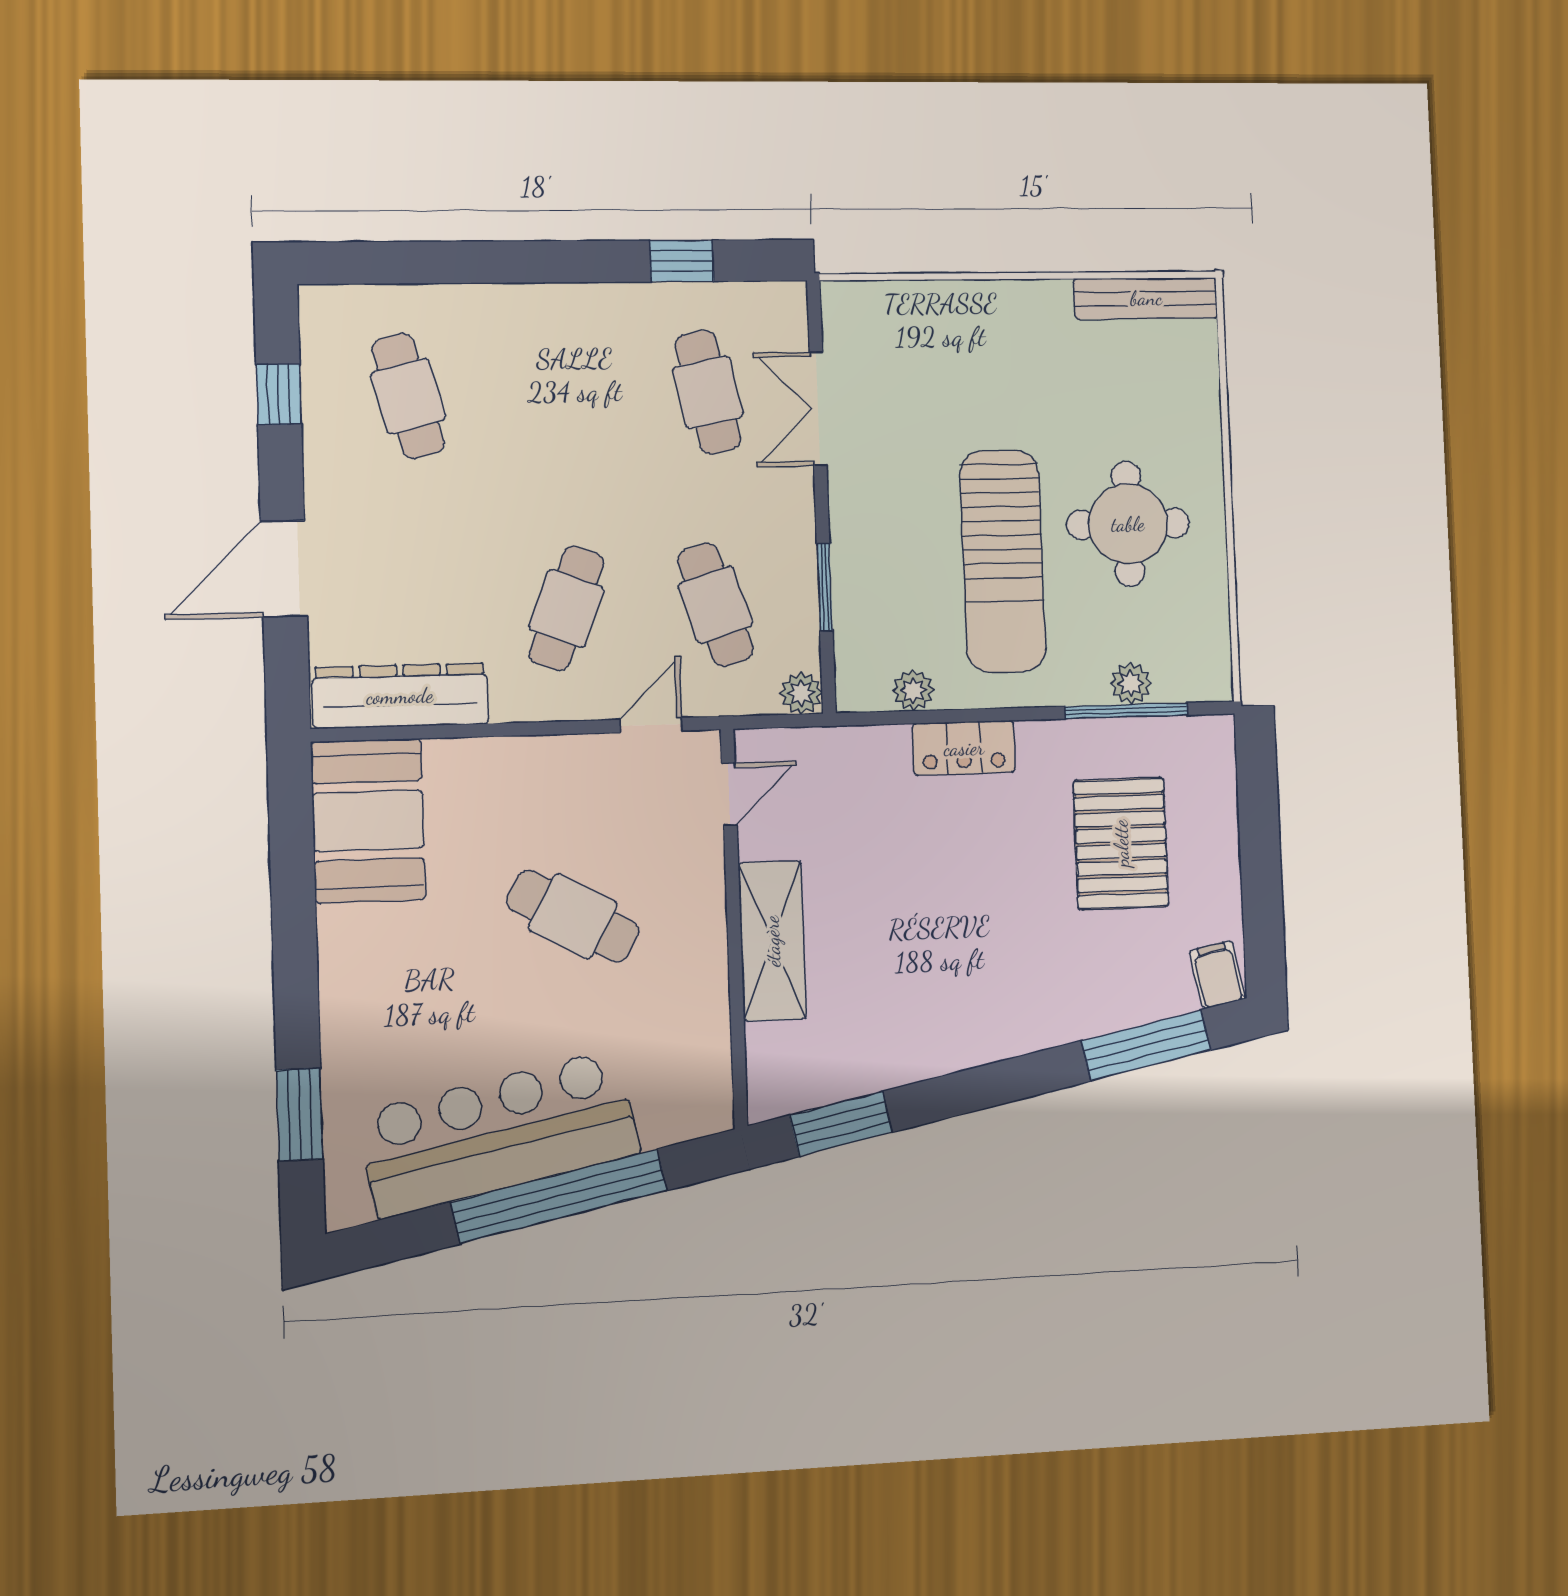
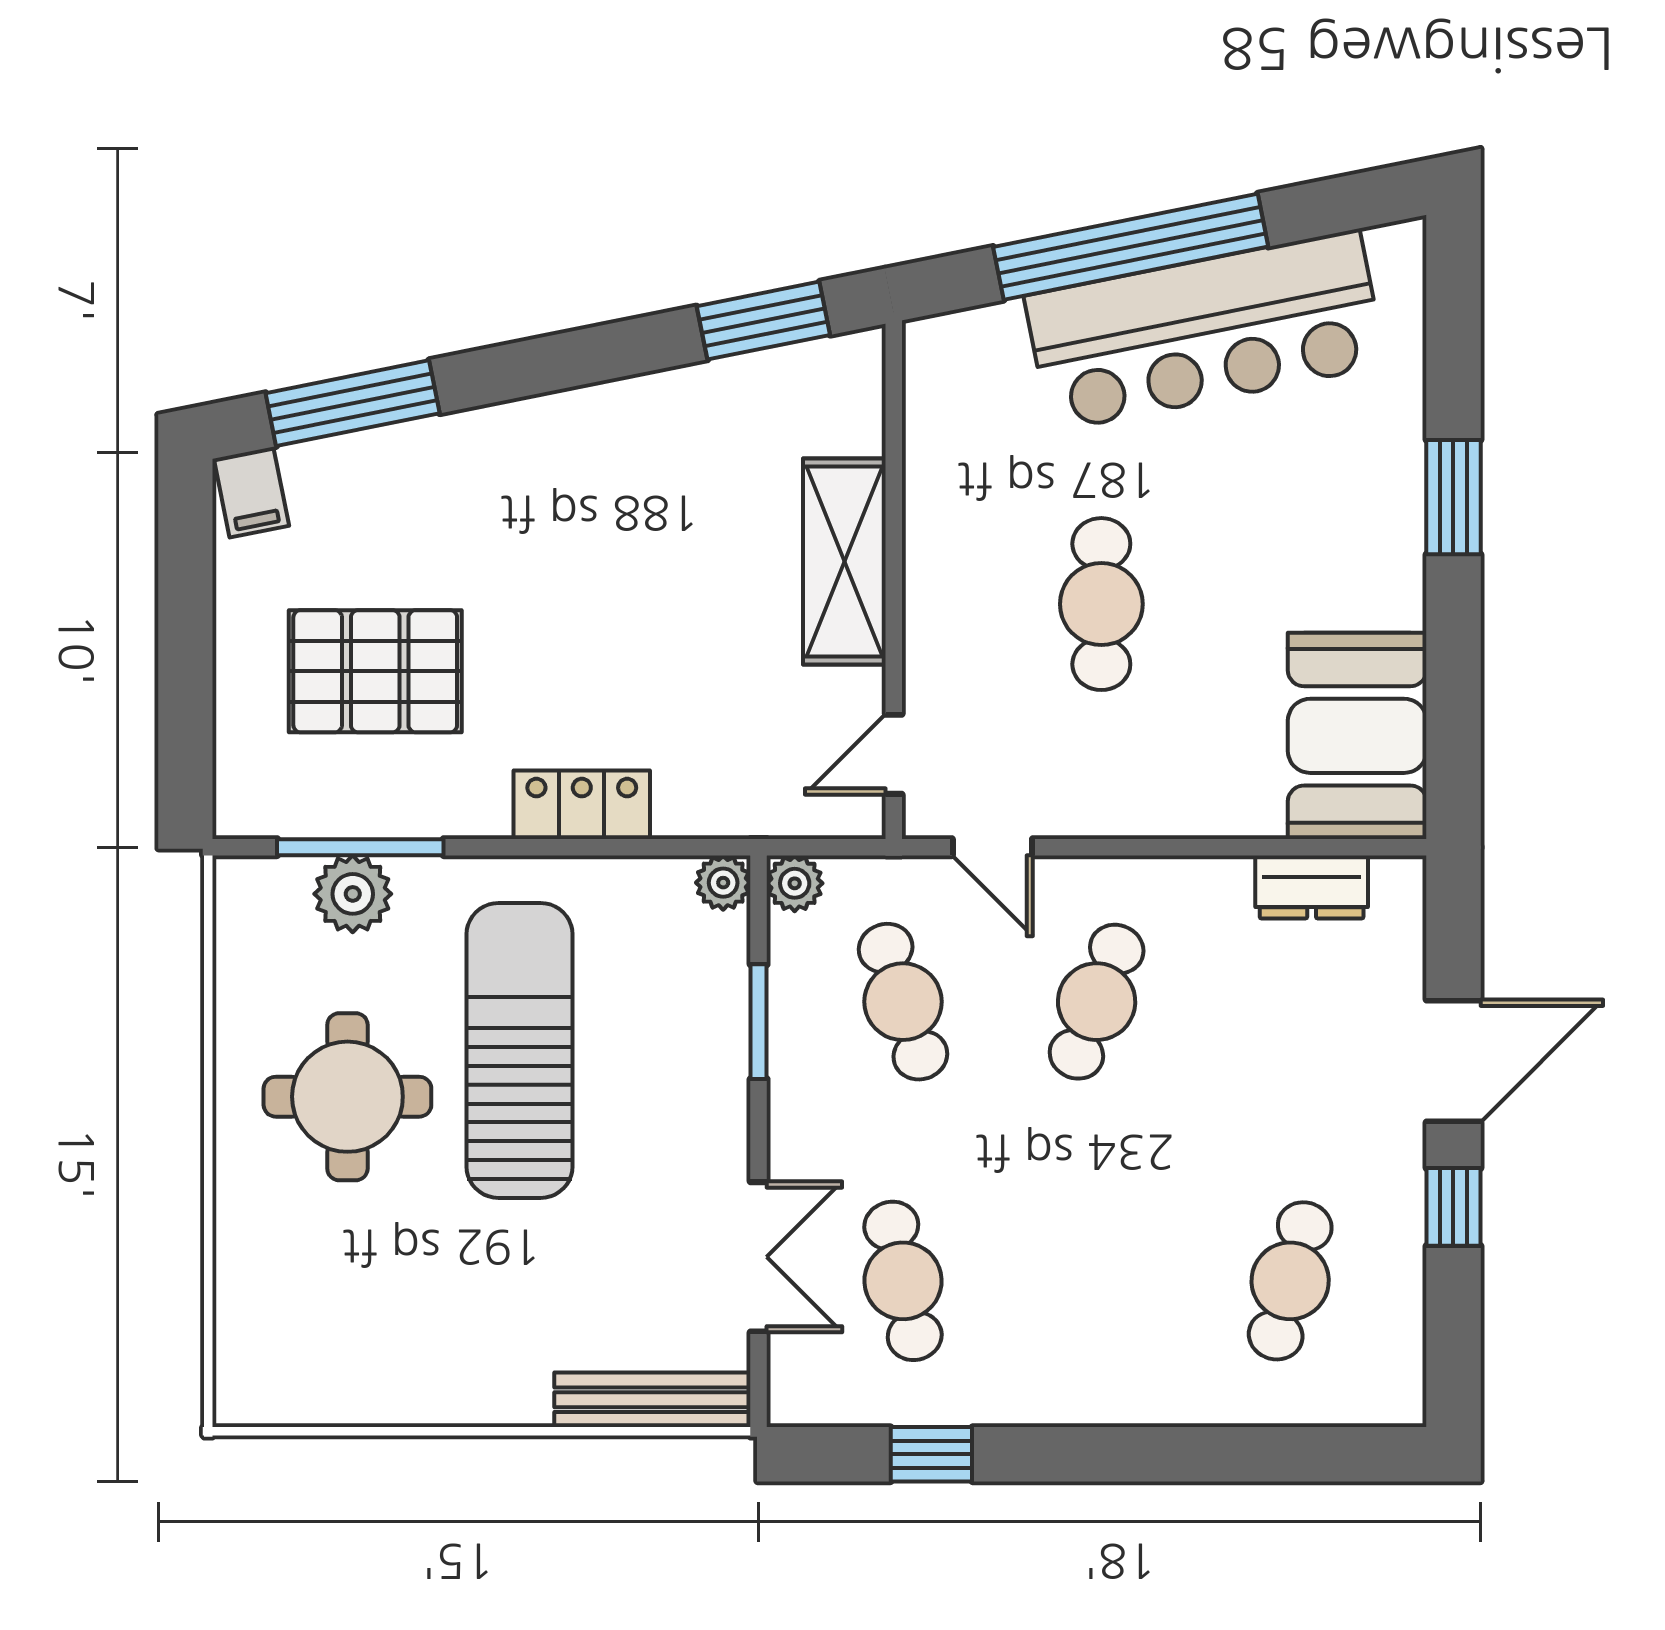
bench: (1146, 298) -> (652, 1400), moved
window: (279, 394) -> (1453, 1207), moved
cafe table: (408, 396) -> (1290, 1281), turned 30
plant: (1131, 683) -> (353, 894), width x1.38, depth x1.38
plant: (913, 690) -> (723, 883), moved
dresser: (400, 696) -> (1312, 887), width x0.51, depth x0.80
door: (651, 725) -> (992, 847), hinge flipped
pallet: (1121, 843) -> (375, 671), turned 90
cafe table: (573, 916) -> (1101, 604), turned 61
window: (300, 1115) -> (1453, 497), moved

